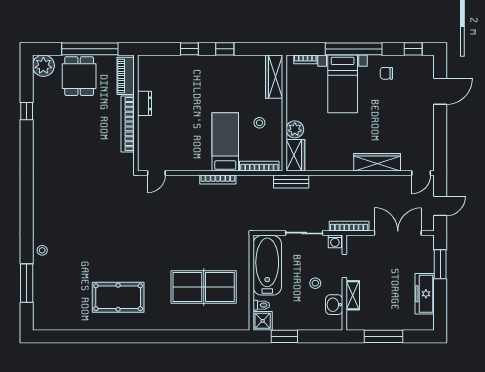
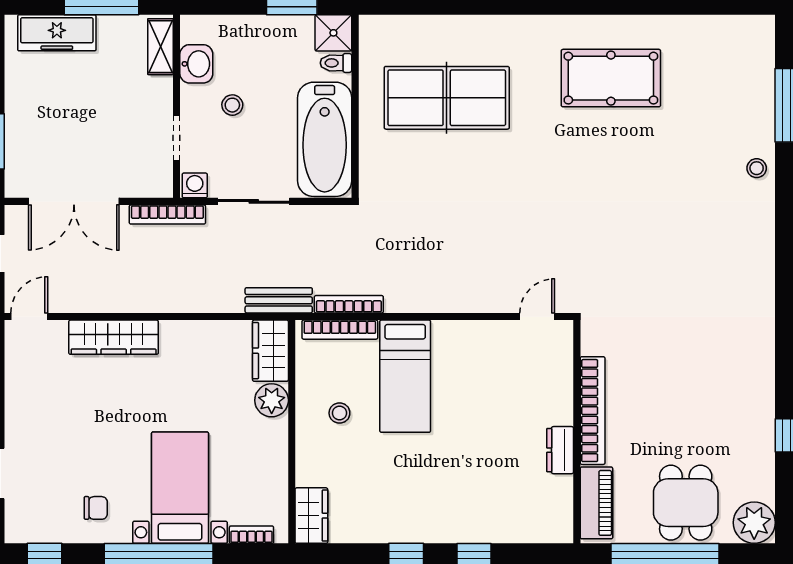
wardrobe: (274, 77) -> (311, 516), width x0.67
bookcase: (218, 179) -> (349, 304), moved
freezer: (425, 294) -> (57, 33), moved, turned 90
shelving: (353, 295) -> (160, 47), moved

